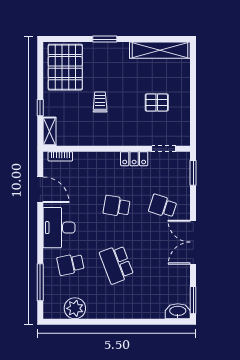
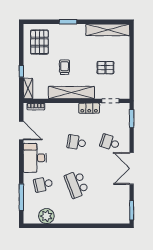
pallet: (65, 67) -> (39, 42), width x0.73, depth x0.71
shelving: (110, 137) -> (71, 93), added
washbasin: (178, 311) -> (121, 218), removed

